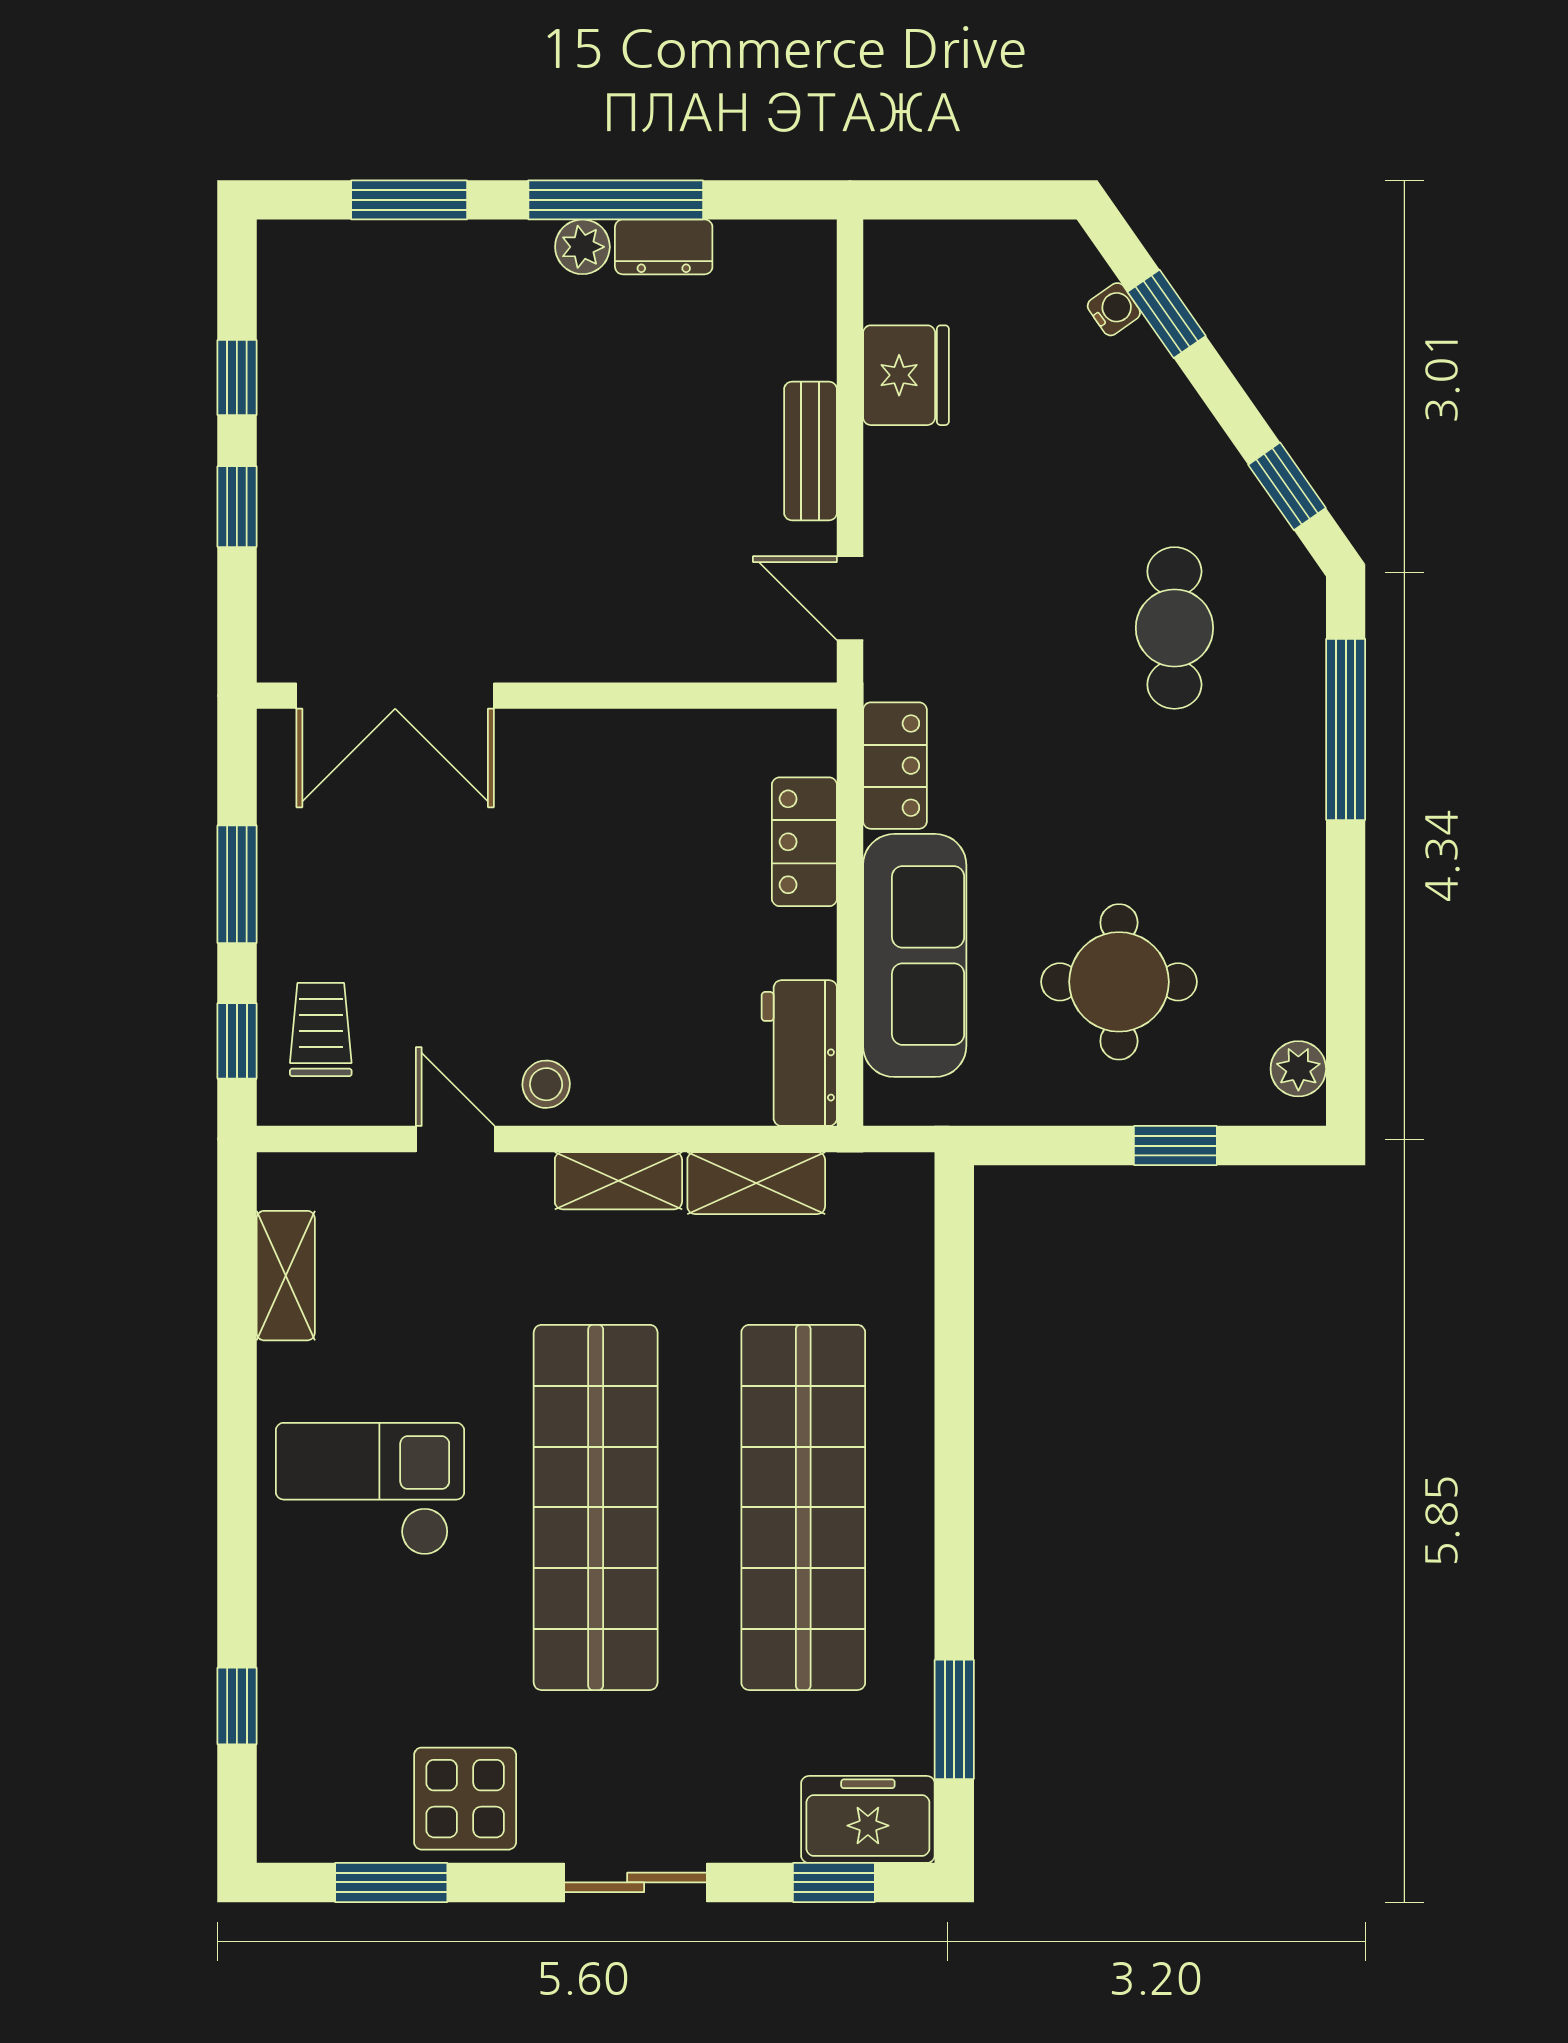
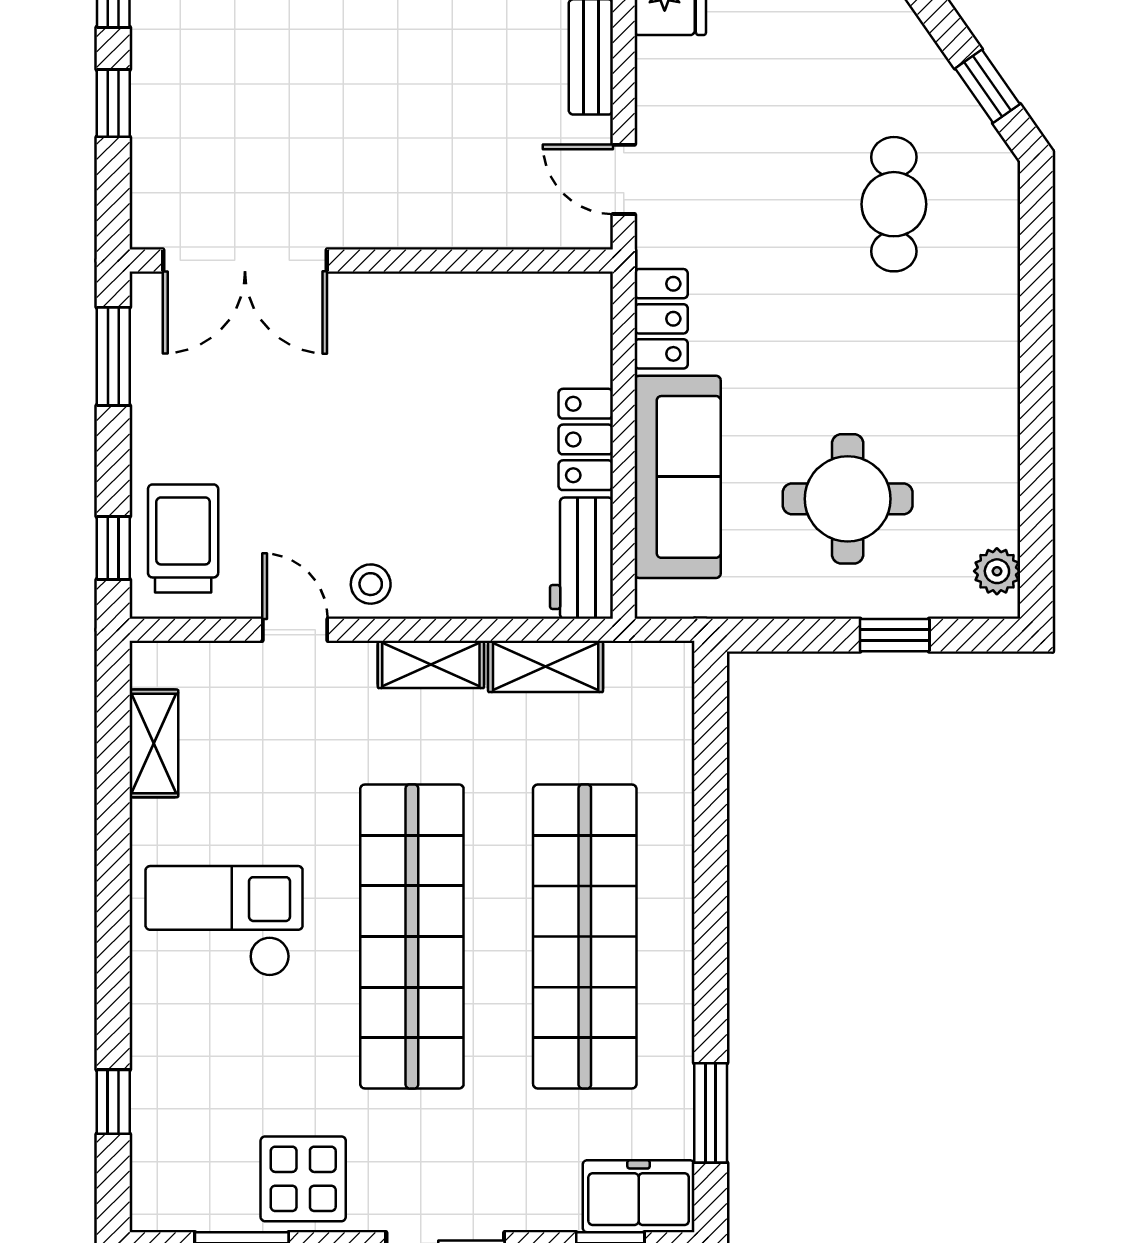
window: (1346, 729) -> (1036, 289), removed
locker: (804, 842) -> (586, 439), moved
window: (237, 884) -> (113, 356), moved
trolley: (321, 1030) -> (183, 539), width x1.36, depth x1.39

